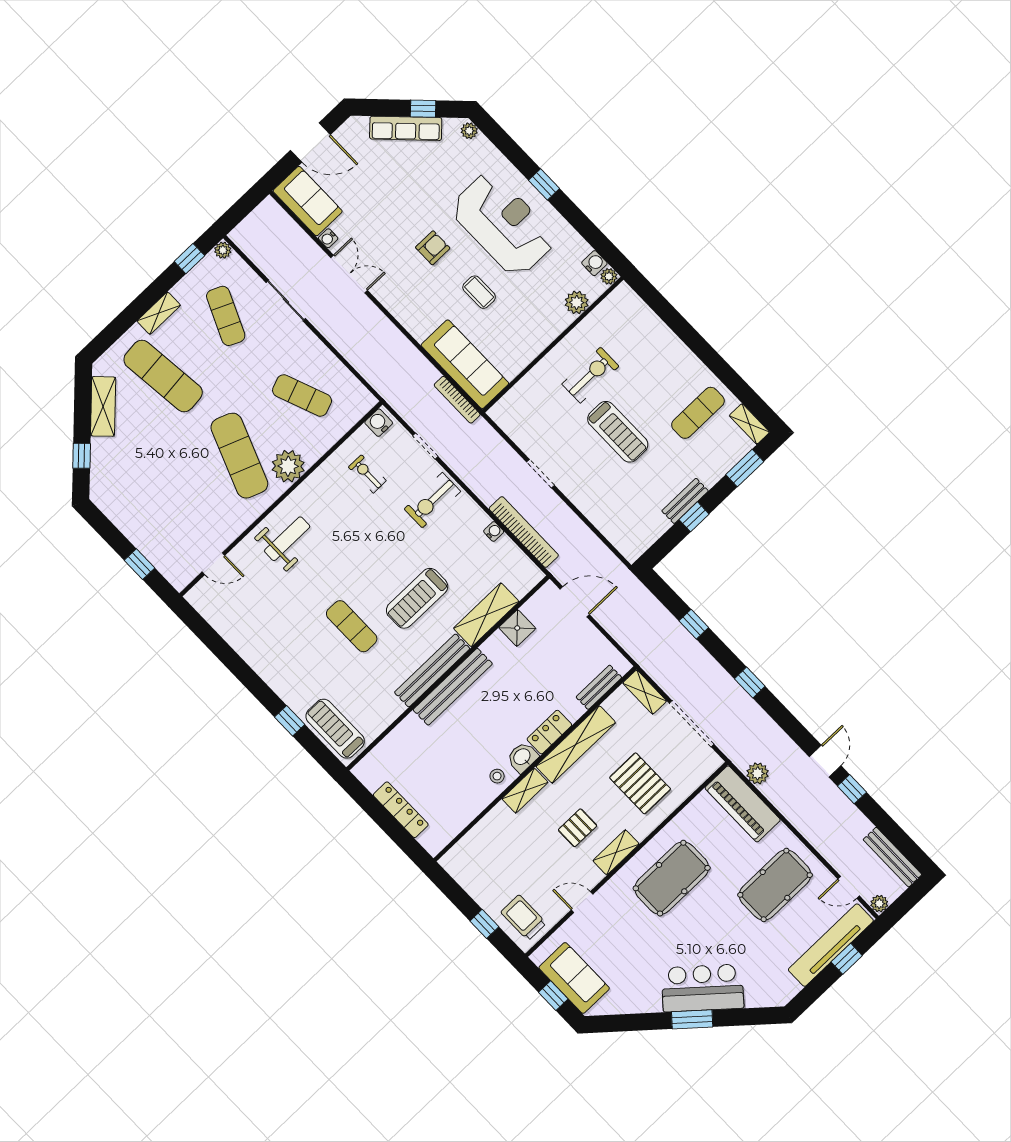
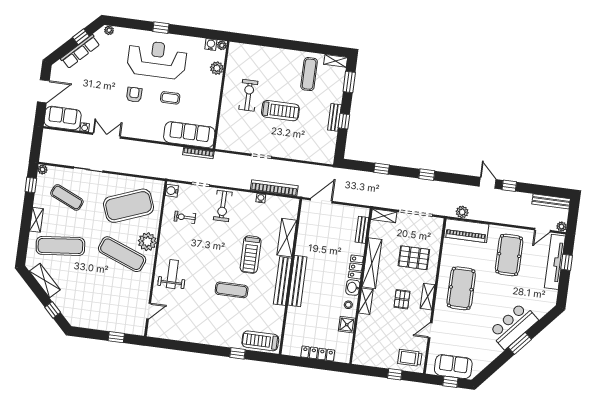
exercise mat: (302, 395) -> (129, 206), width x2.00, depth x1.45
shower: (517, 628) -> (347, 325), moved

